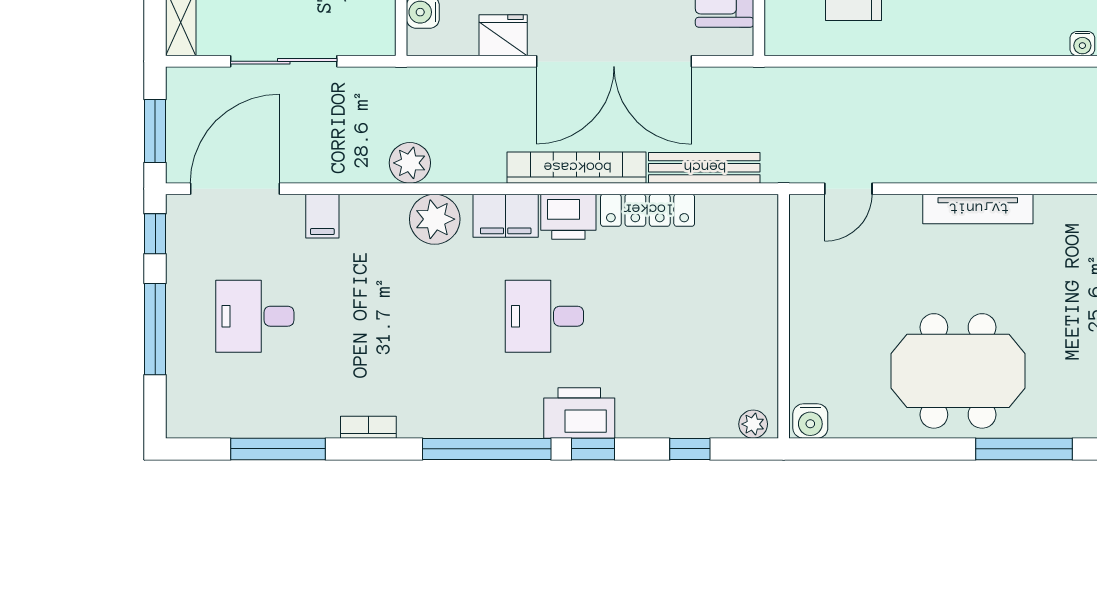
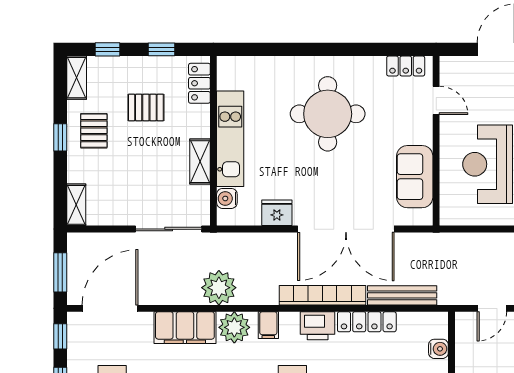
sliding door: (284, 61) -> (169, 229), moved
plant: (410, 163) -> (219, 288), width x1.36, depth x1.36
filing cabinet: (322, 216) -> (185, 328), width x3.00, depth x1.17
filing cabinet: (506, 216) -> (268, 325), width x0.50
water cooler: (763, 254) -> (438, 349), added

